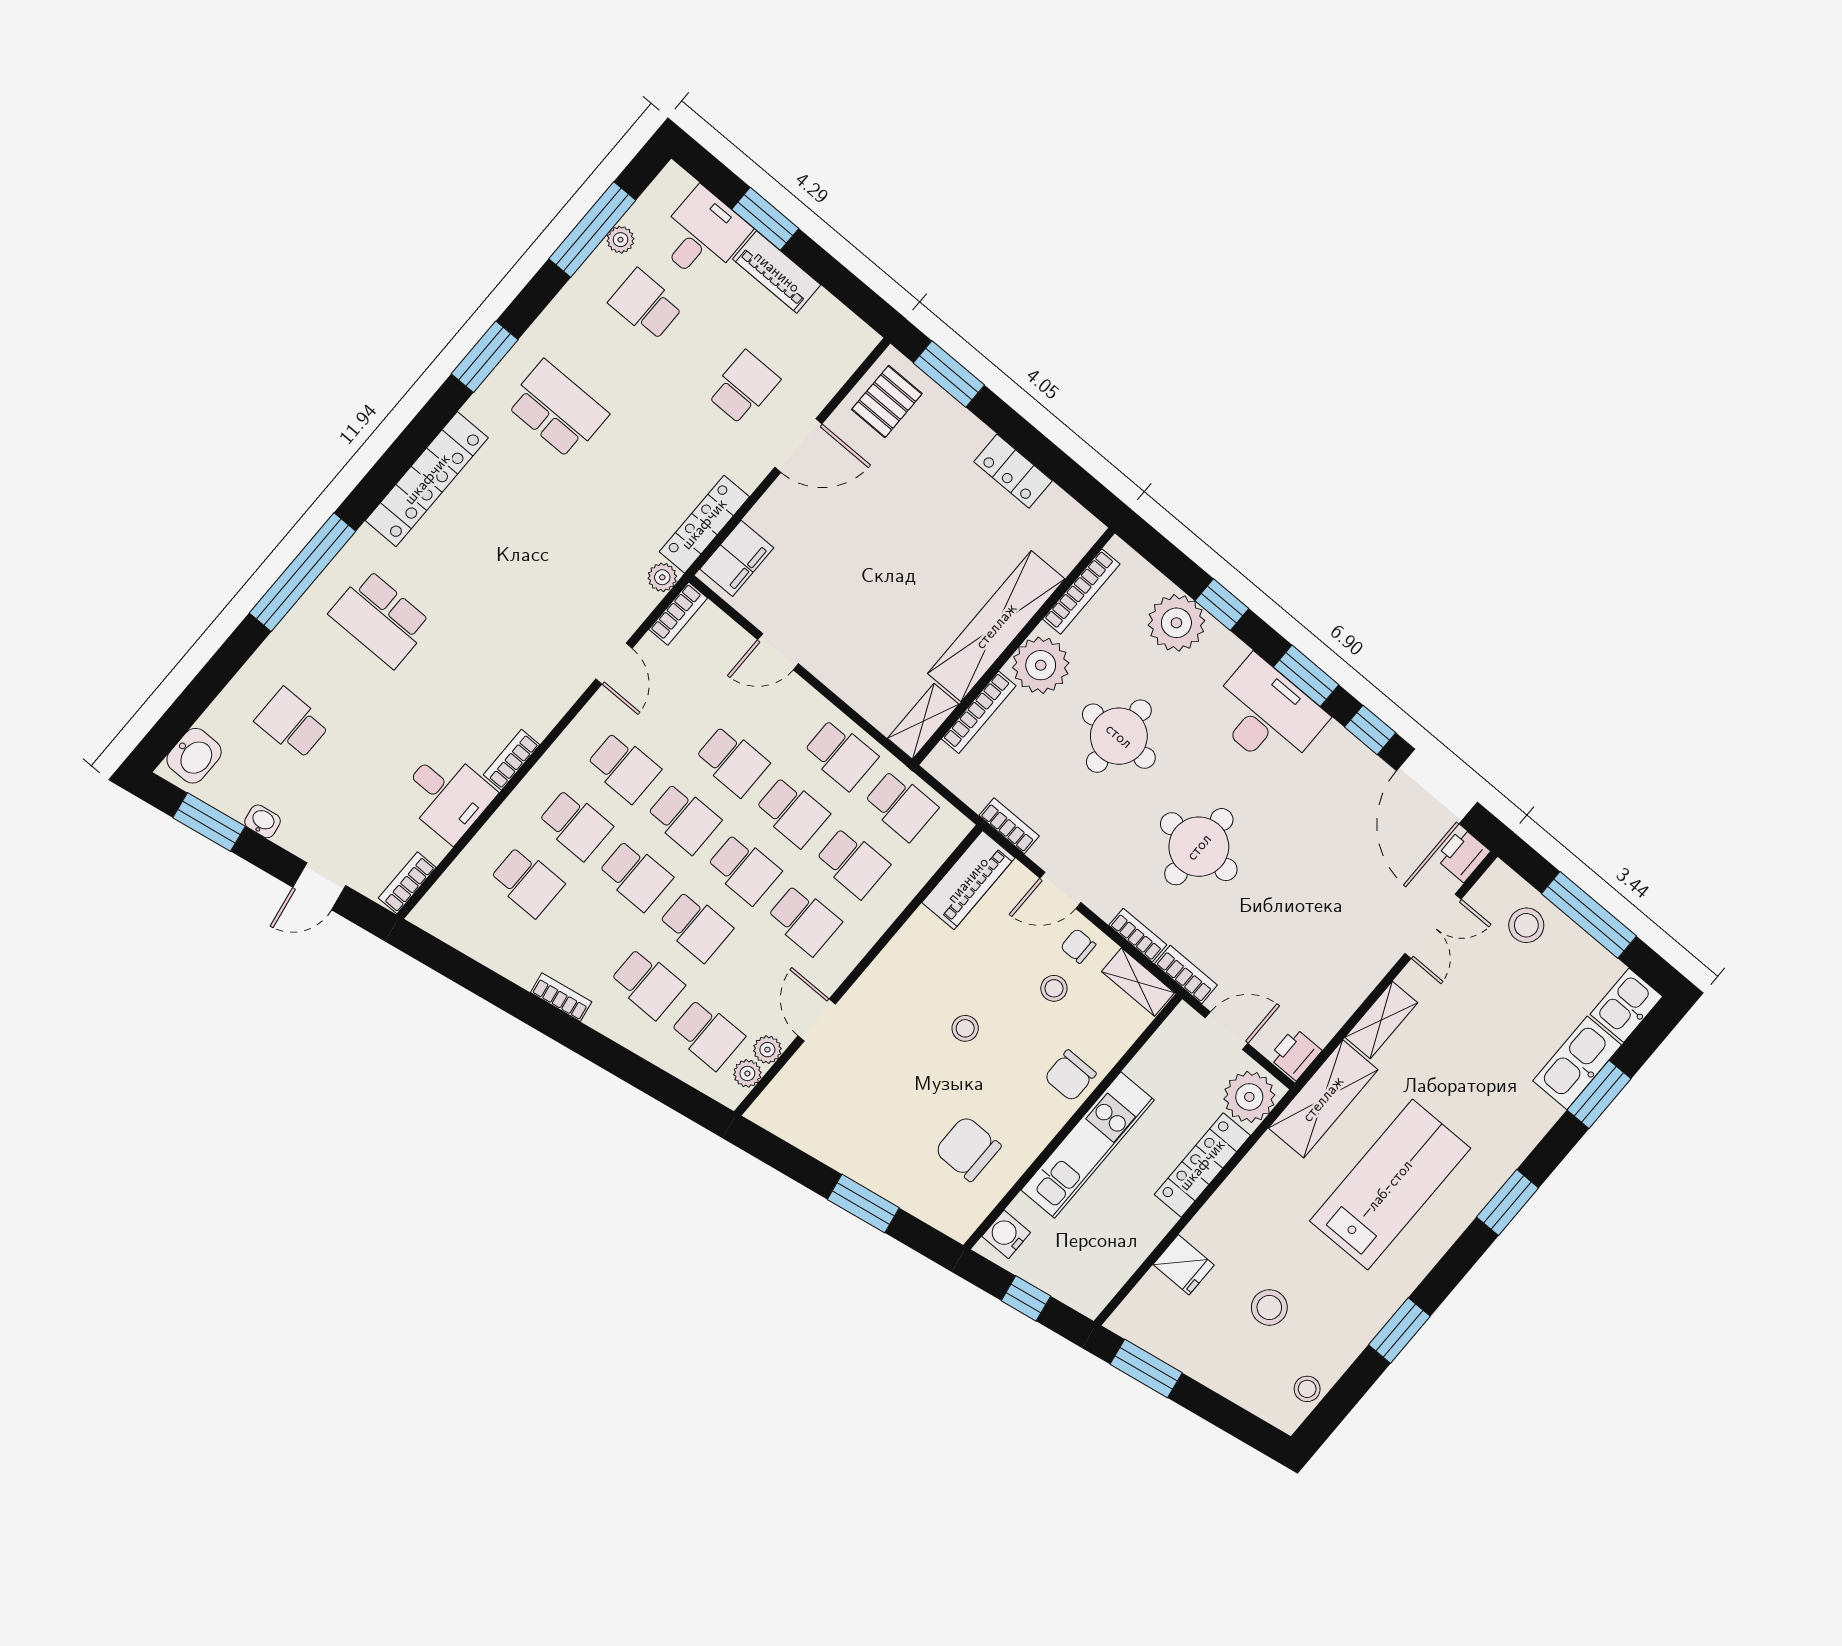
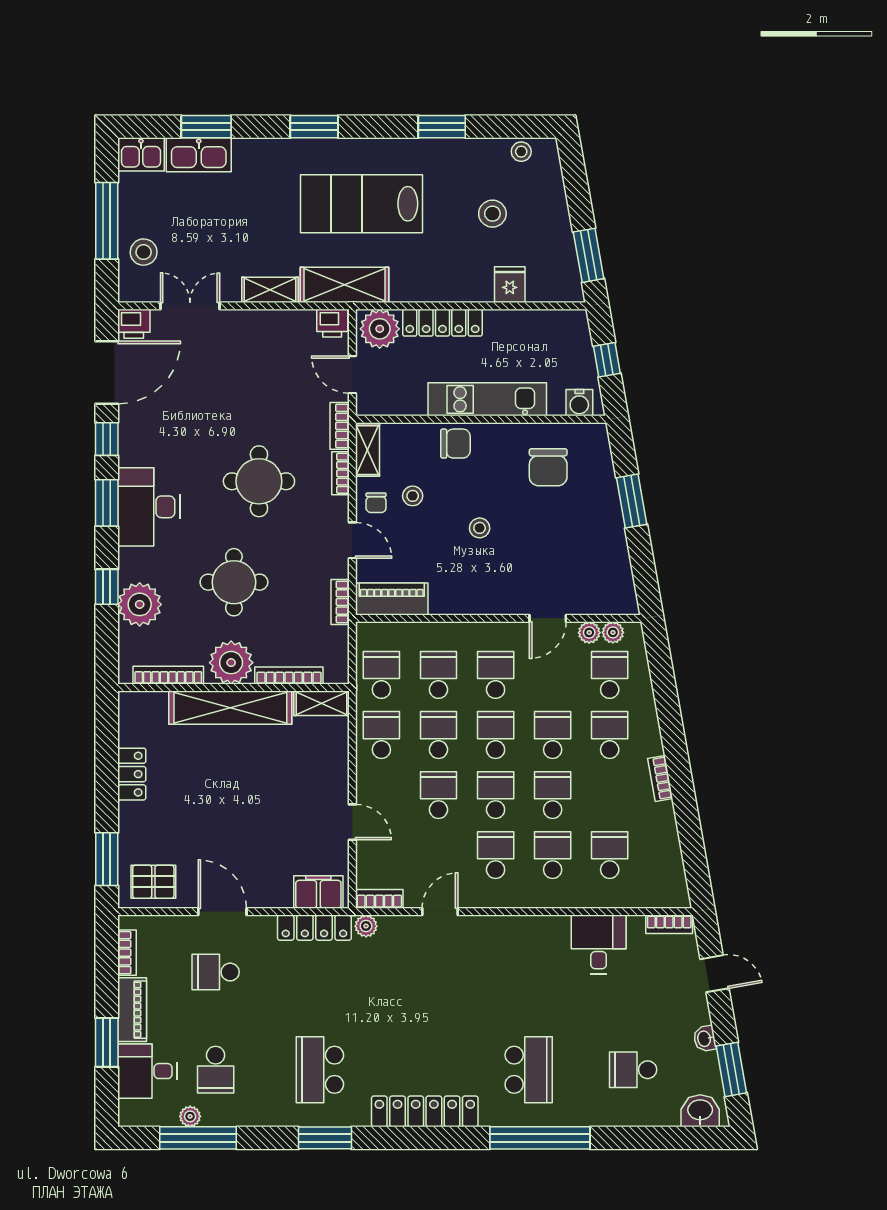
school desk: (292, 723) -> (633, 1070), turned 90
bookcase: (511, 760) -> (127, 953), moved, turned -90

